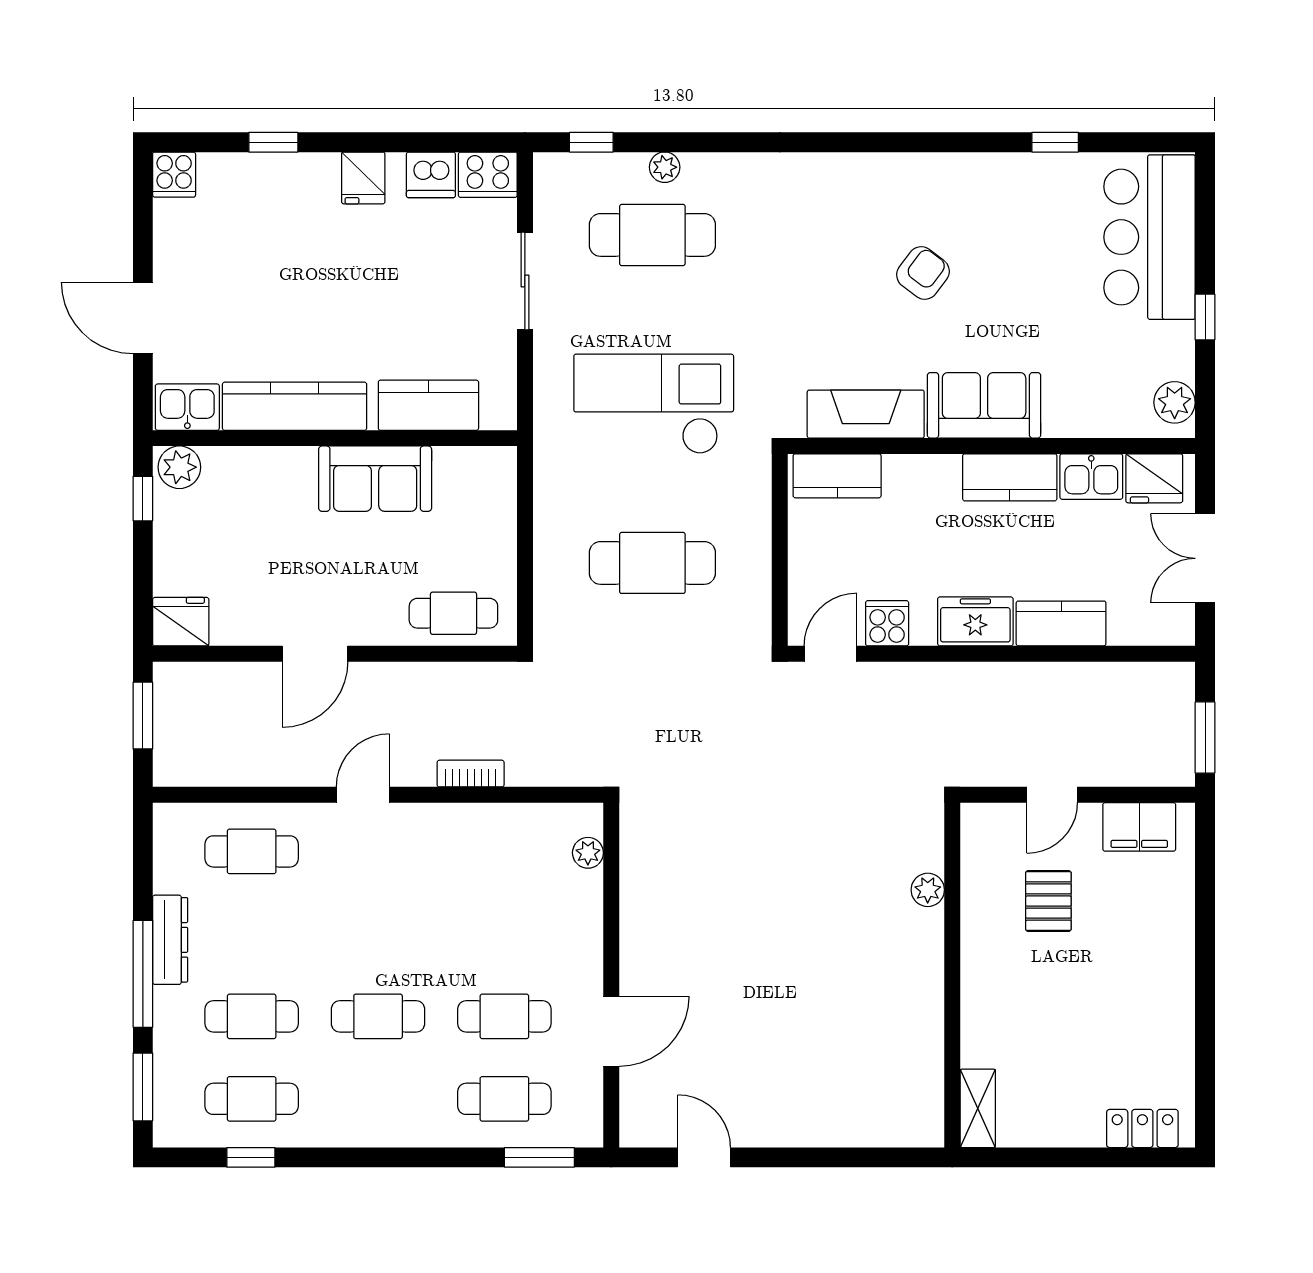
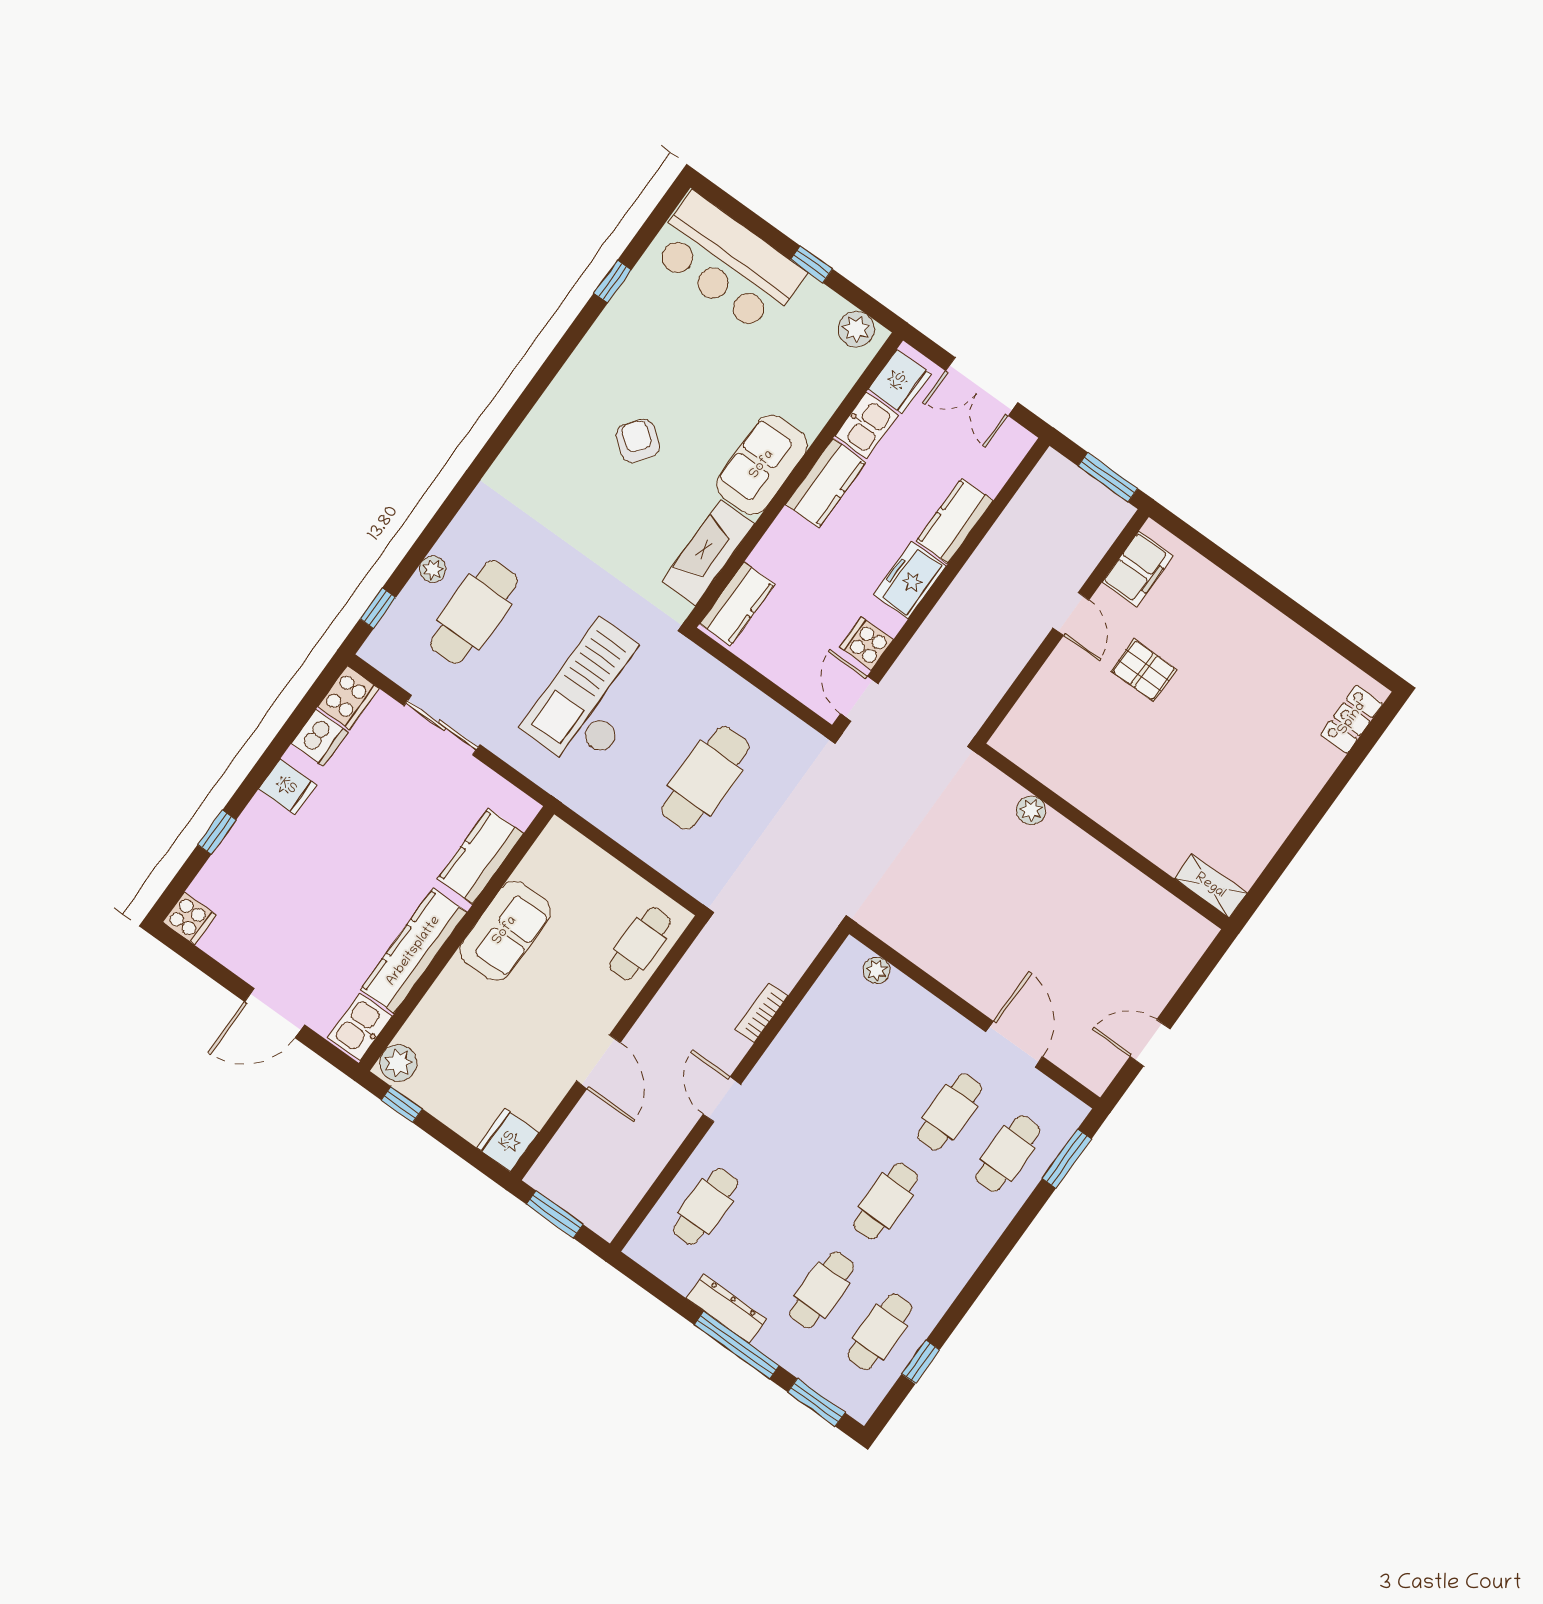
plant: (928, 890) -> (1031, 810), moved
wall: (952, 975) -> (1104, 836), moved
shelving: (978, 1108) -> (1210, 886), moved

